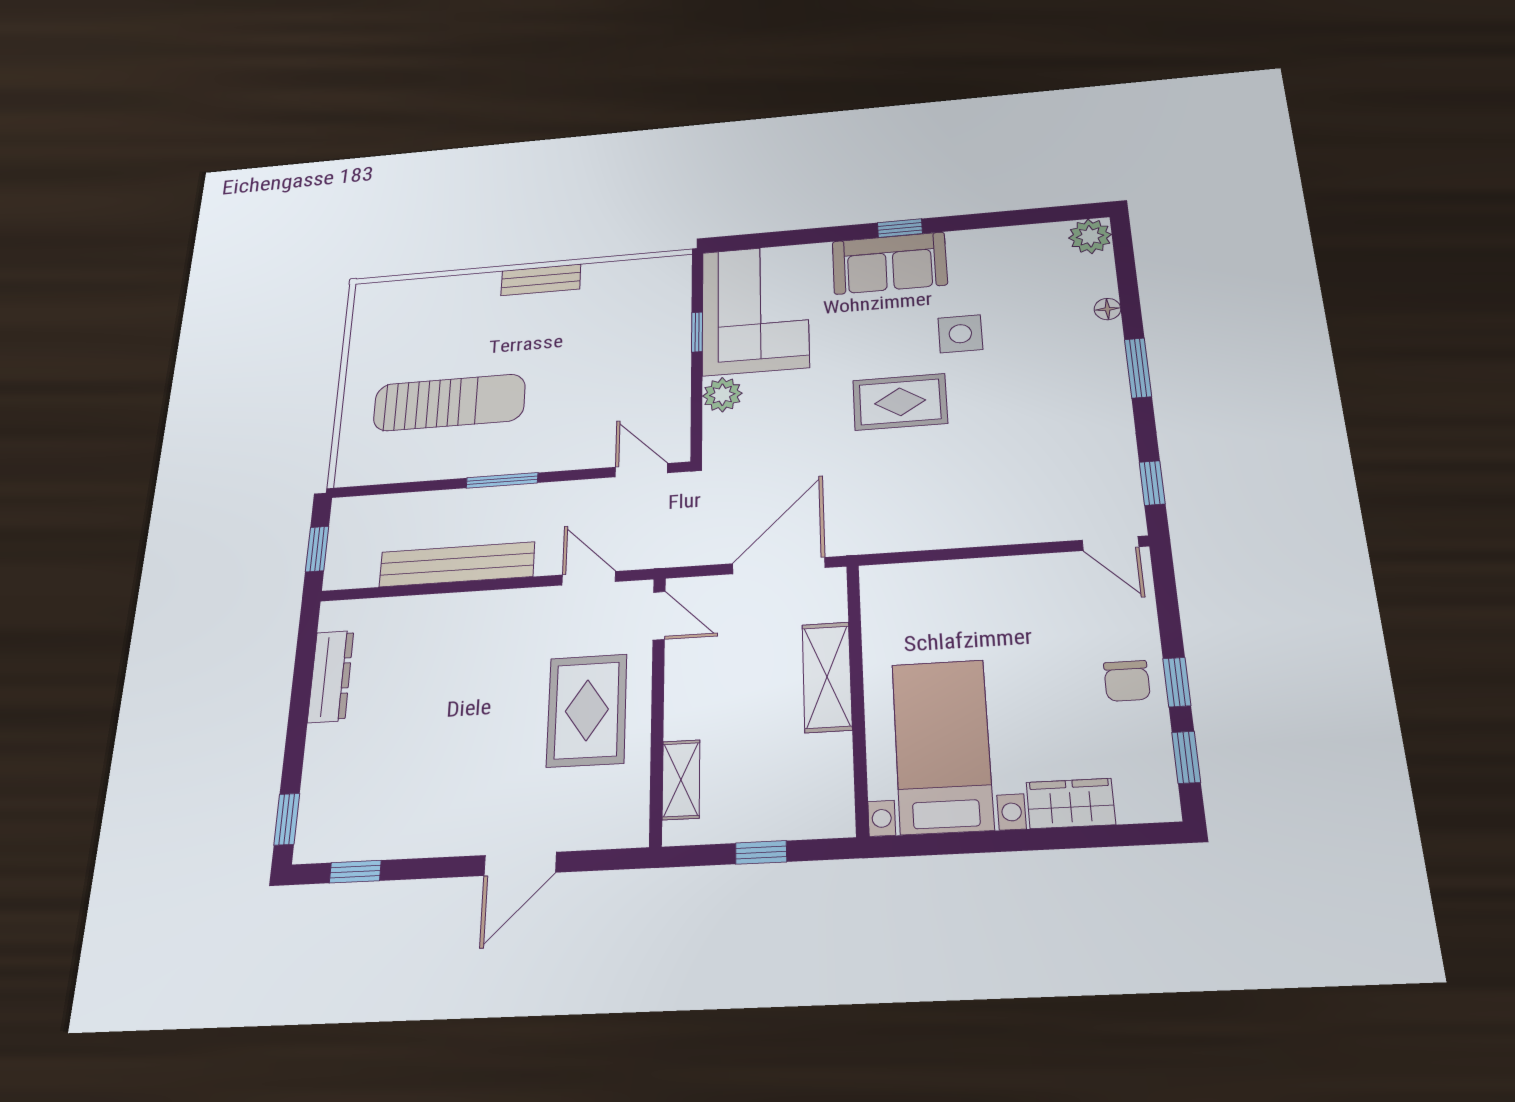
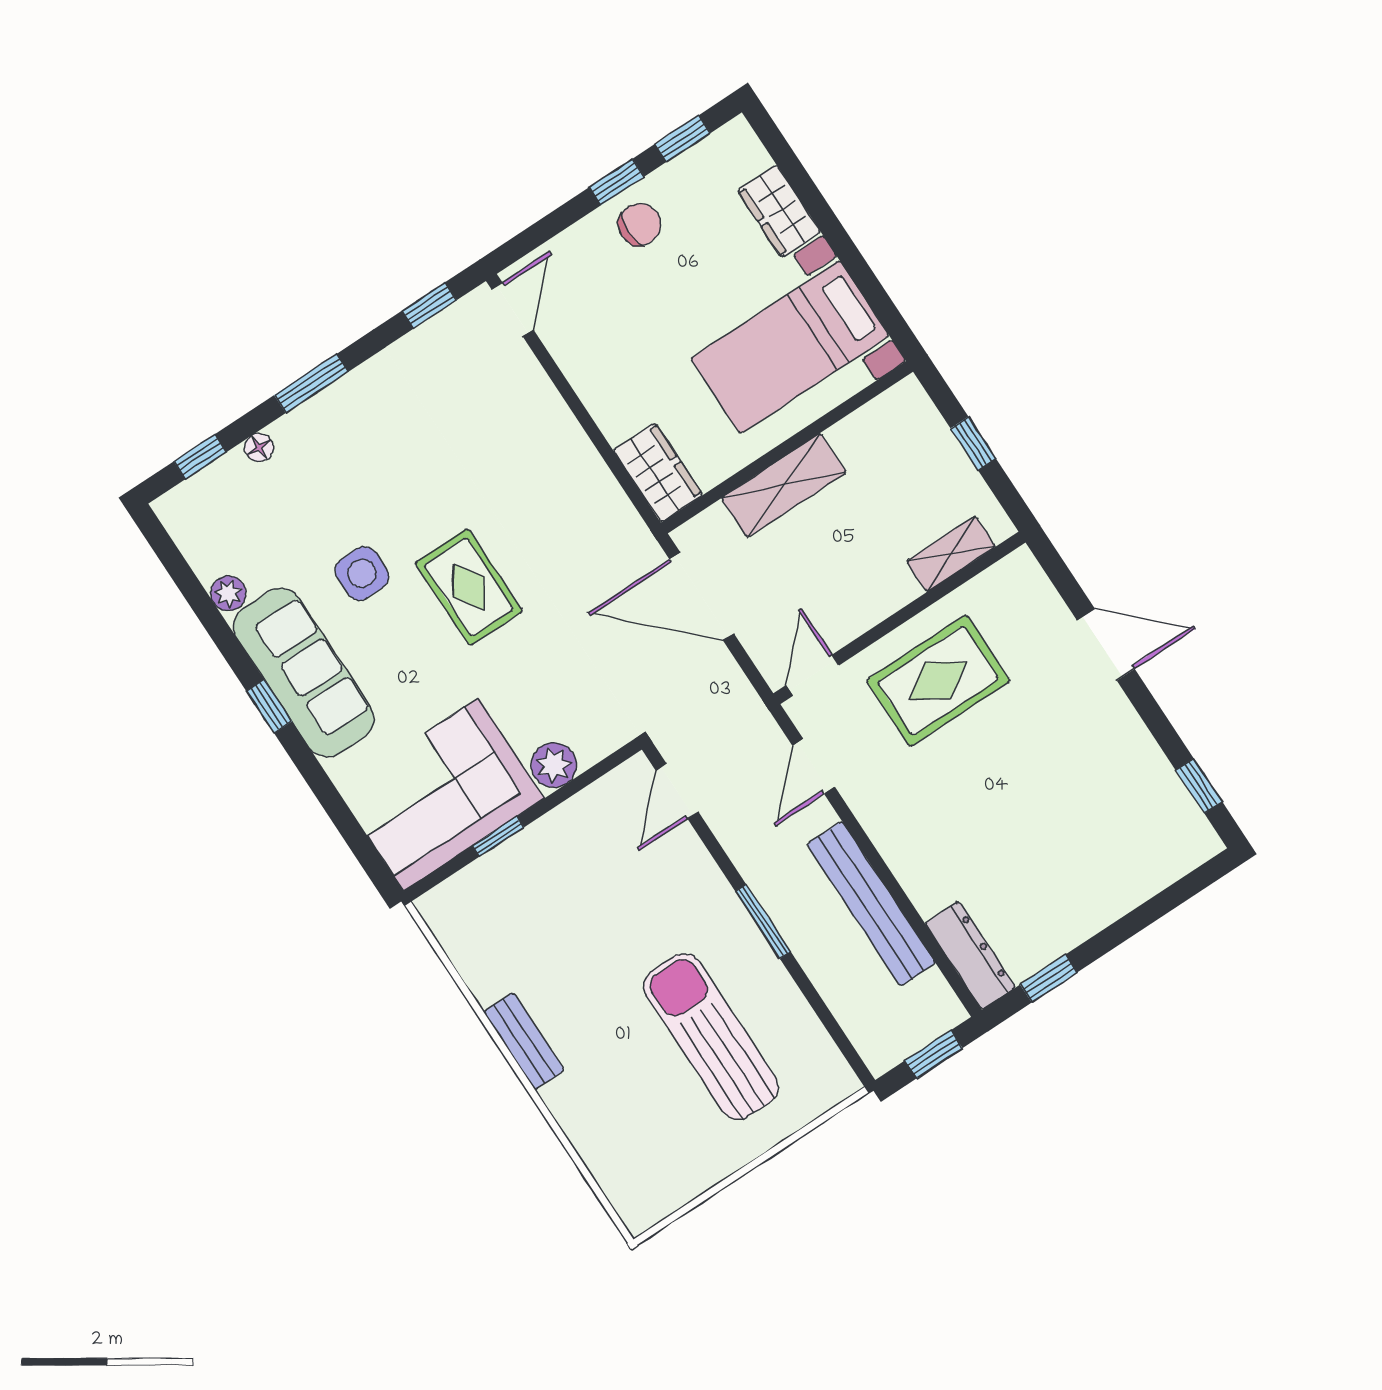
plant: (1090, 236) -> (228, 593), moved, width x0.73, depth x0.73
sofa: (889, 263) -> (304, 673), width x1.36
window: (1125, 267) -> (200, 457), added
wardrobe: (902, 585) -> (658, 472), added
dresser: (331, 676) -> (970, 955), moved, turned 90
window: (287, 819) -> (1049, 979), moved

